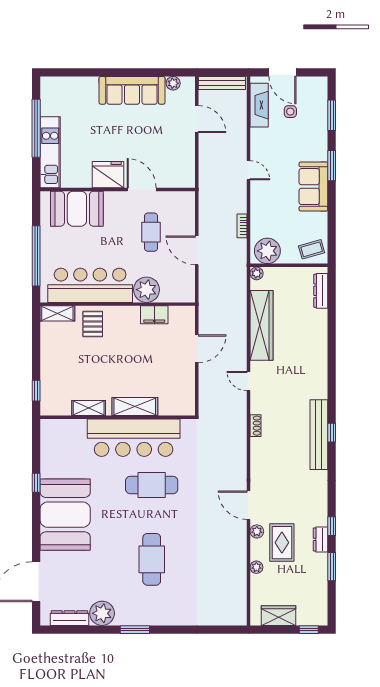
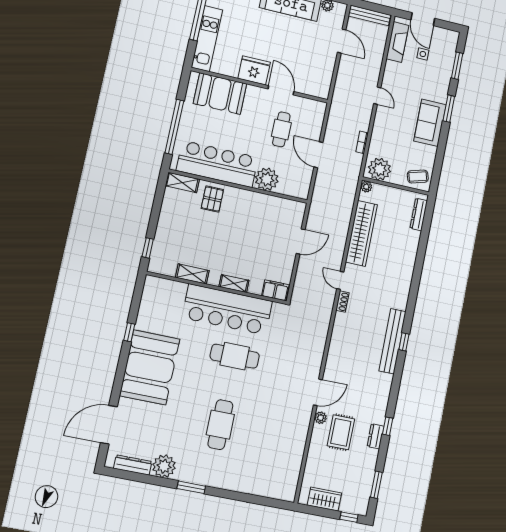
filing cabinet: (154, 315) -> (275, 290), moved, turned 180
shelving: (135, 406) -> (234, 283), width x0.67, depth x0.75
shoe rack: (255, 426) -> (342, 302), moved
door: (249, 505) -> (318, 392), swing flipped
plant: (256, 567) -> (314, 451), removed
window: (332, 567) -> (376, 485), moved

